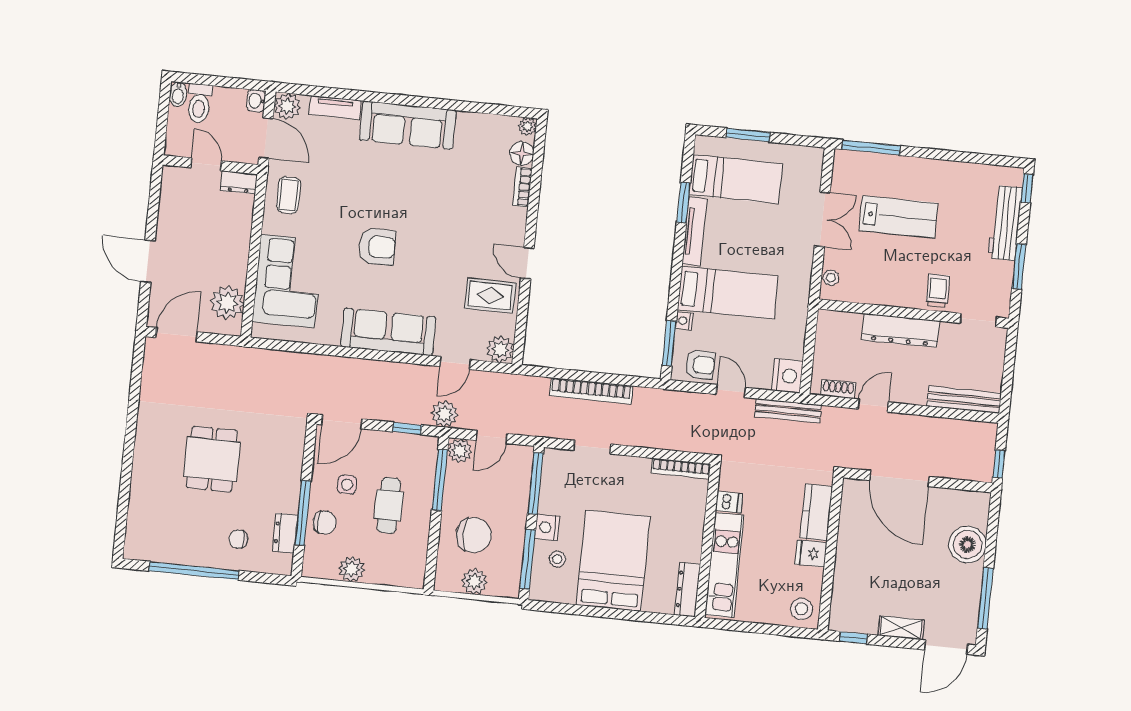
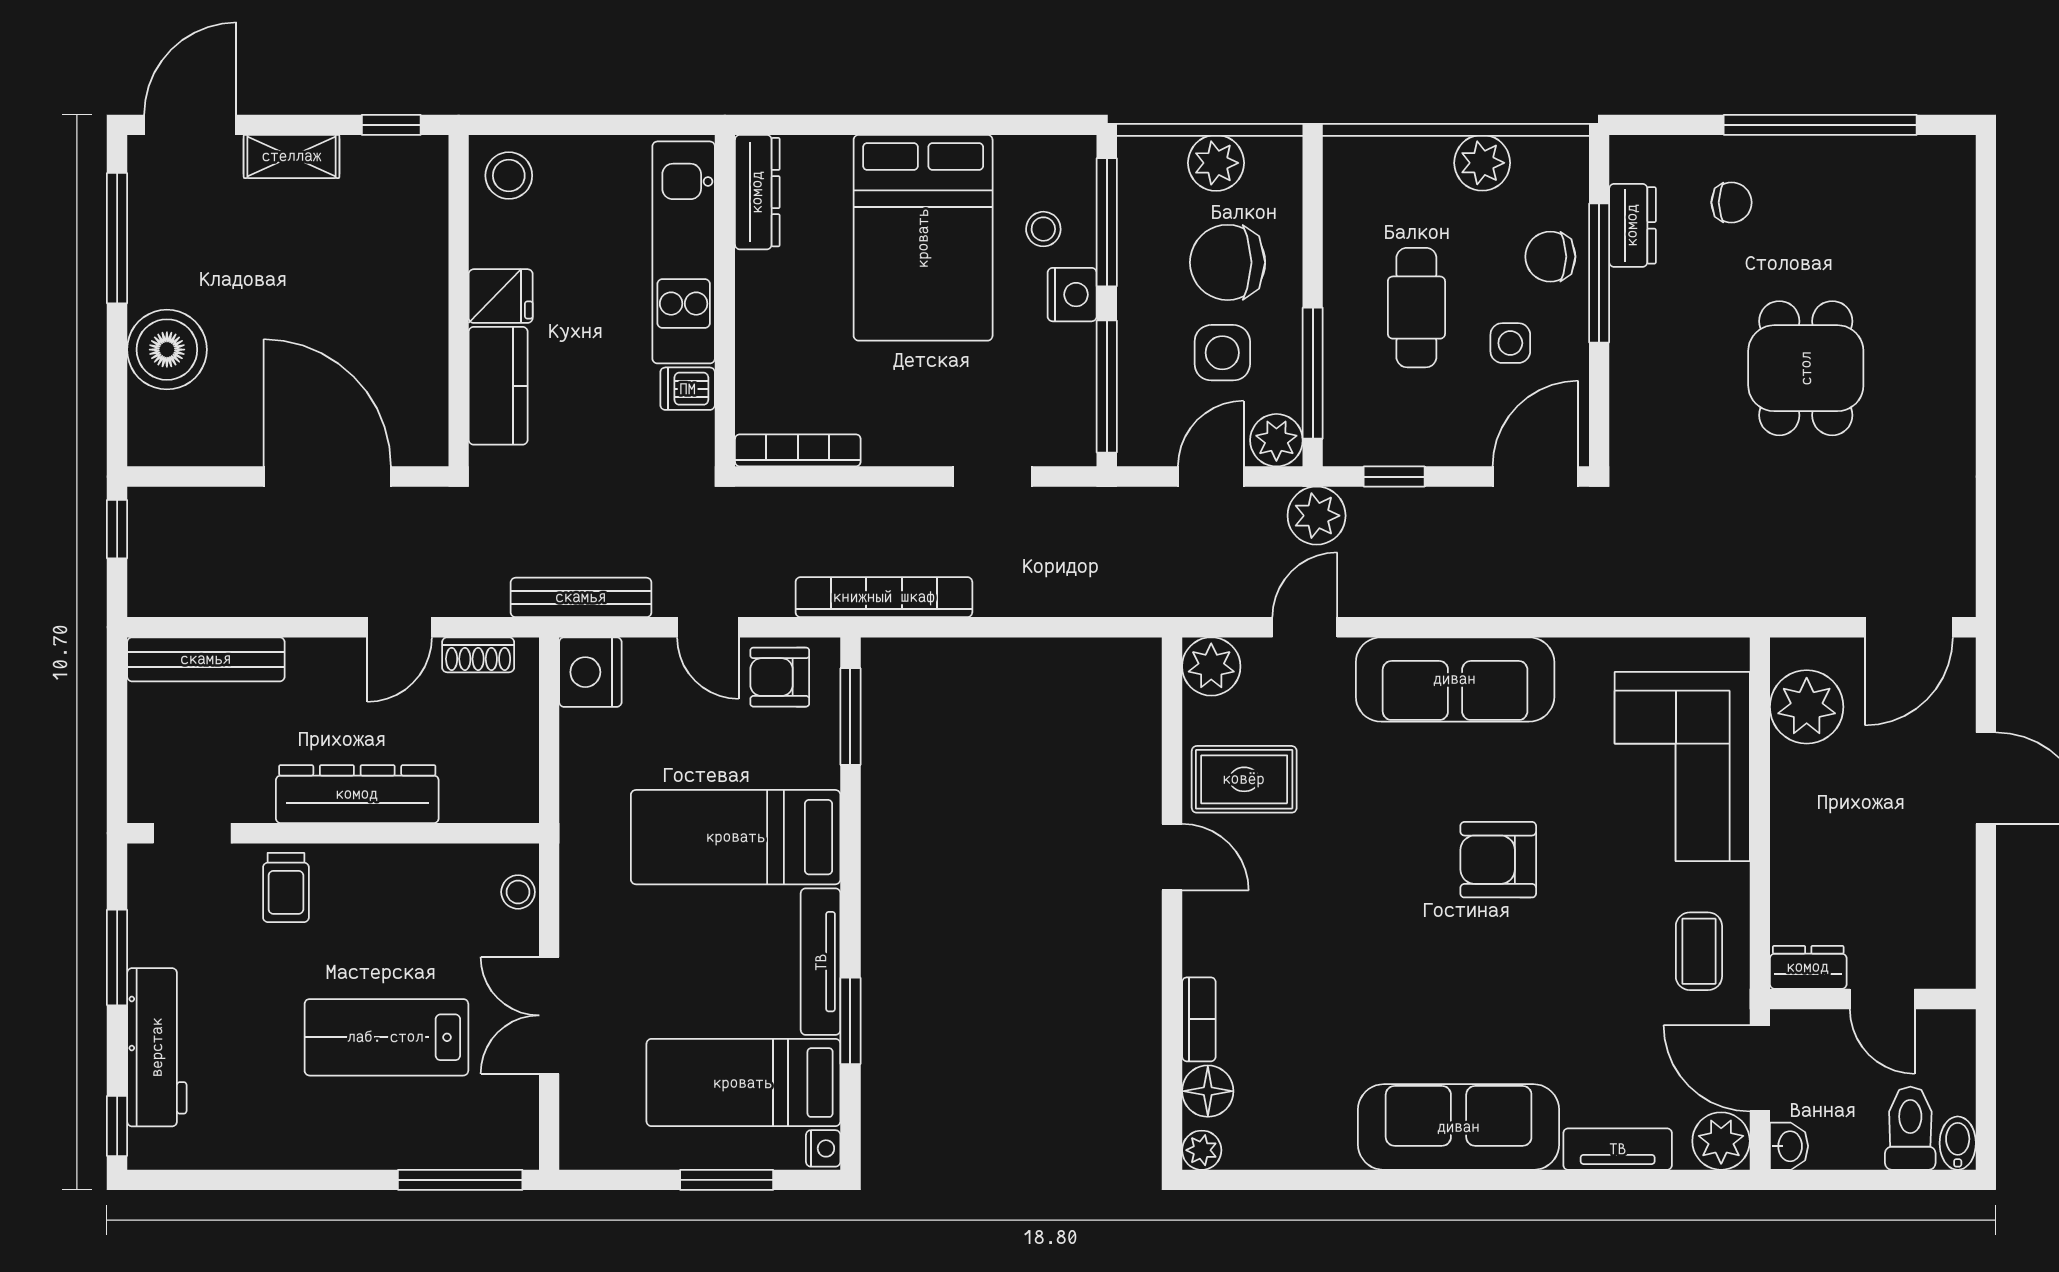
nightstand: (684, 321) -> (823, 1148), moved
bookcase: (591, 391) -> (884, 597), moved
side table: (480, 494) -> (1222, 353), added

